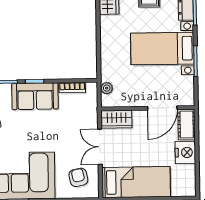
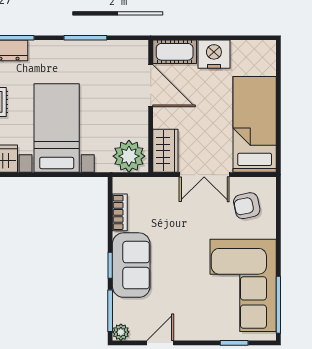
bed with nightstands: (162, 49) -> (57, 128), moved, turned 180
plant: (107, 88) -> (129, 156), width x1.87, depth x1.87

